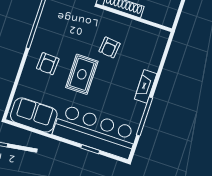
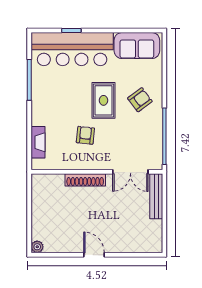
armchair: (48, 64) -> (140, 100), turned 50
fireplace: (146, 86) -> (38, 142), moved

